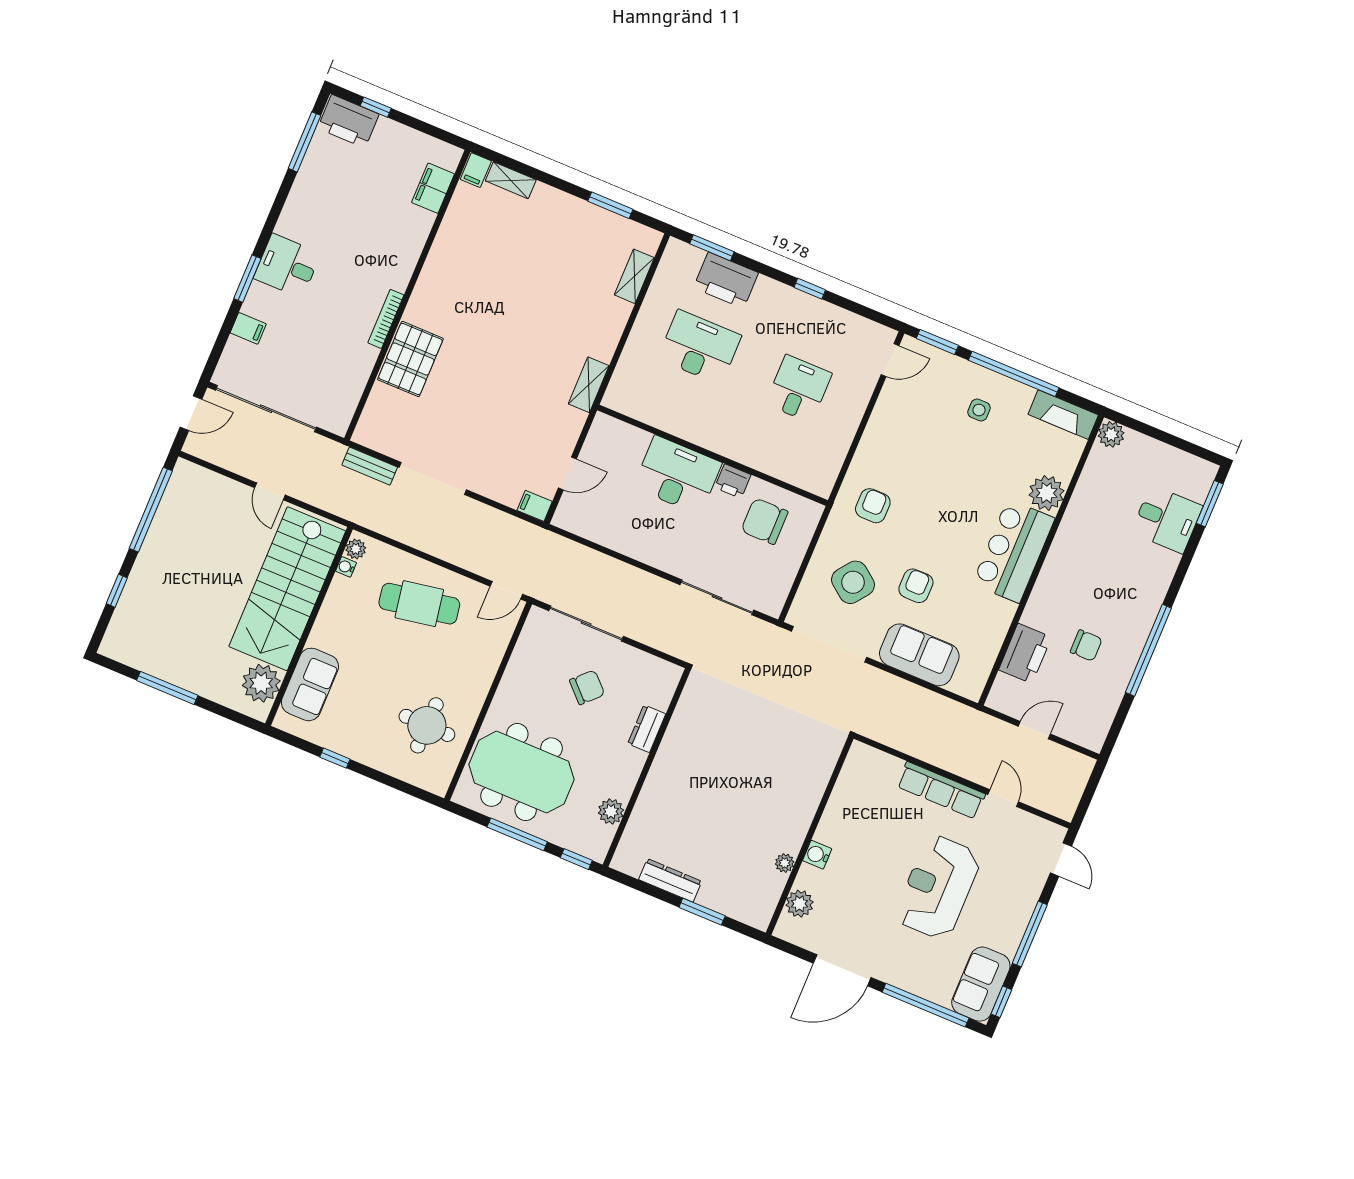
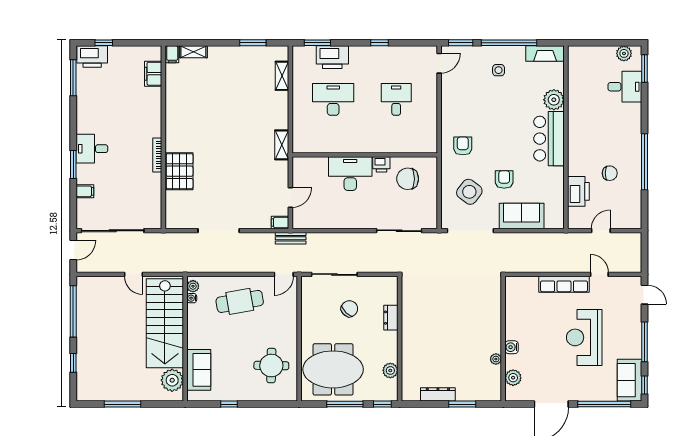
plant: (1111, 434) -> (624, 53), moved
bench: (370, 466) -> (291, 238), moved

